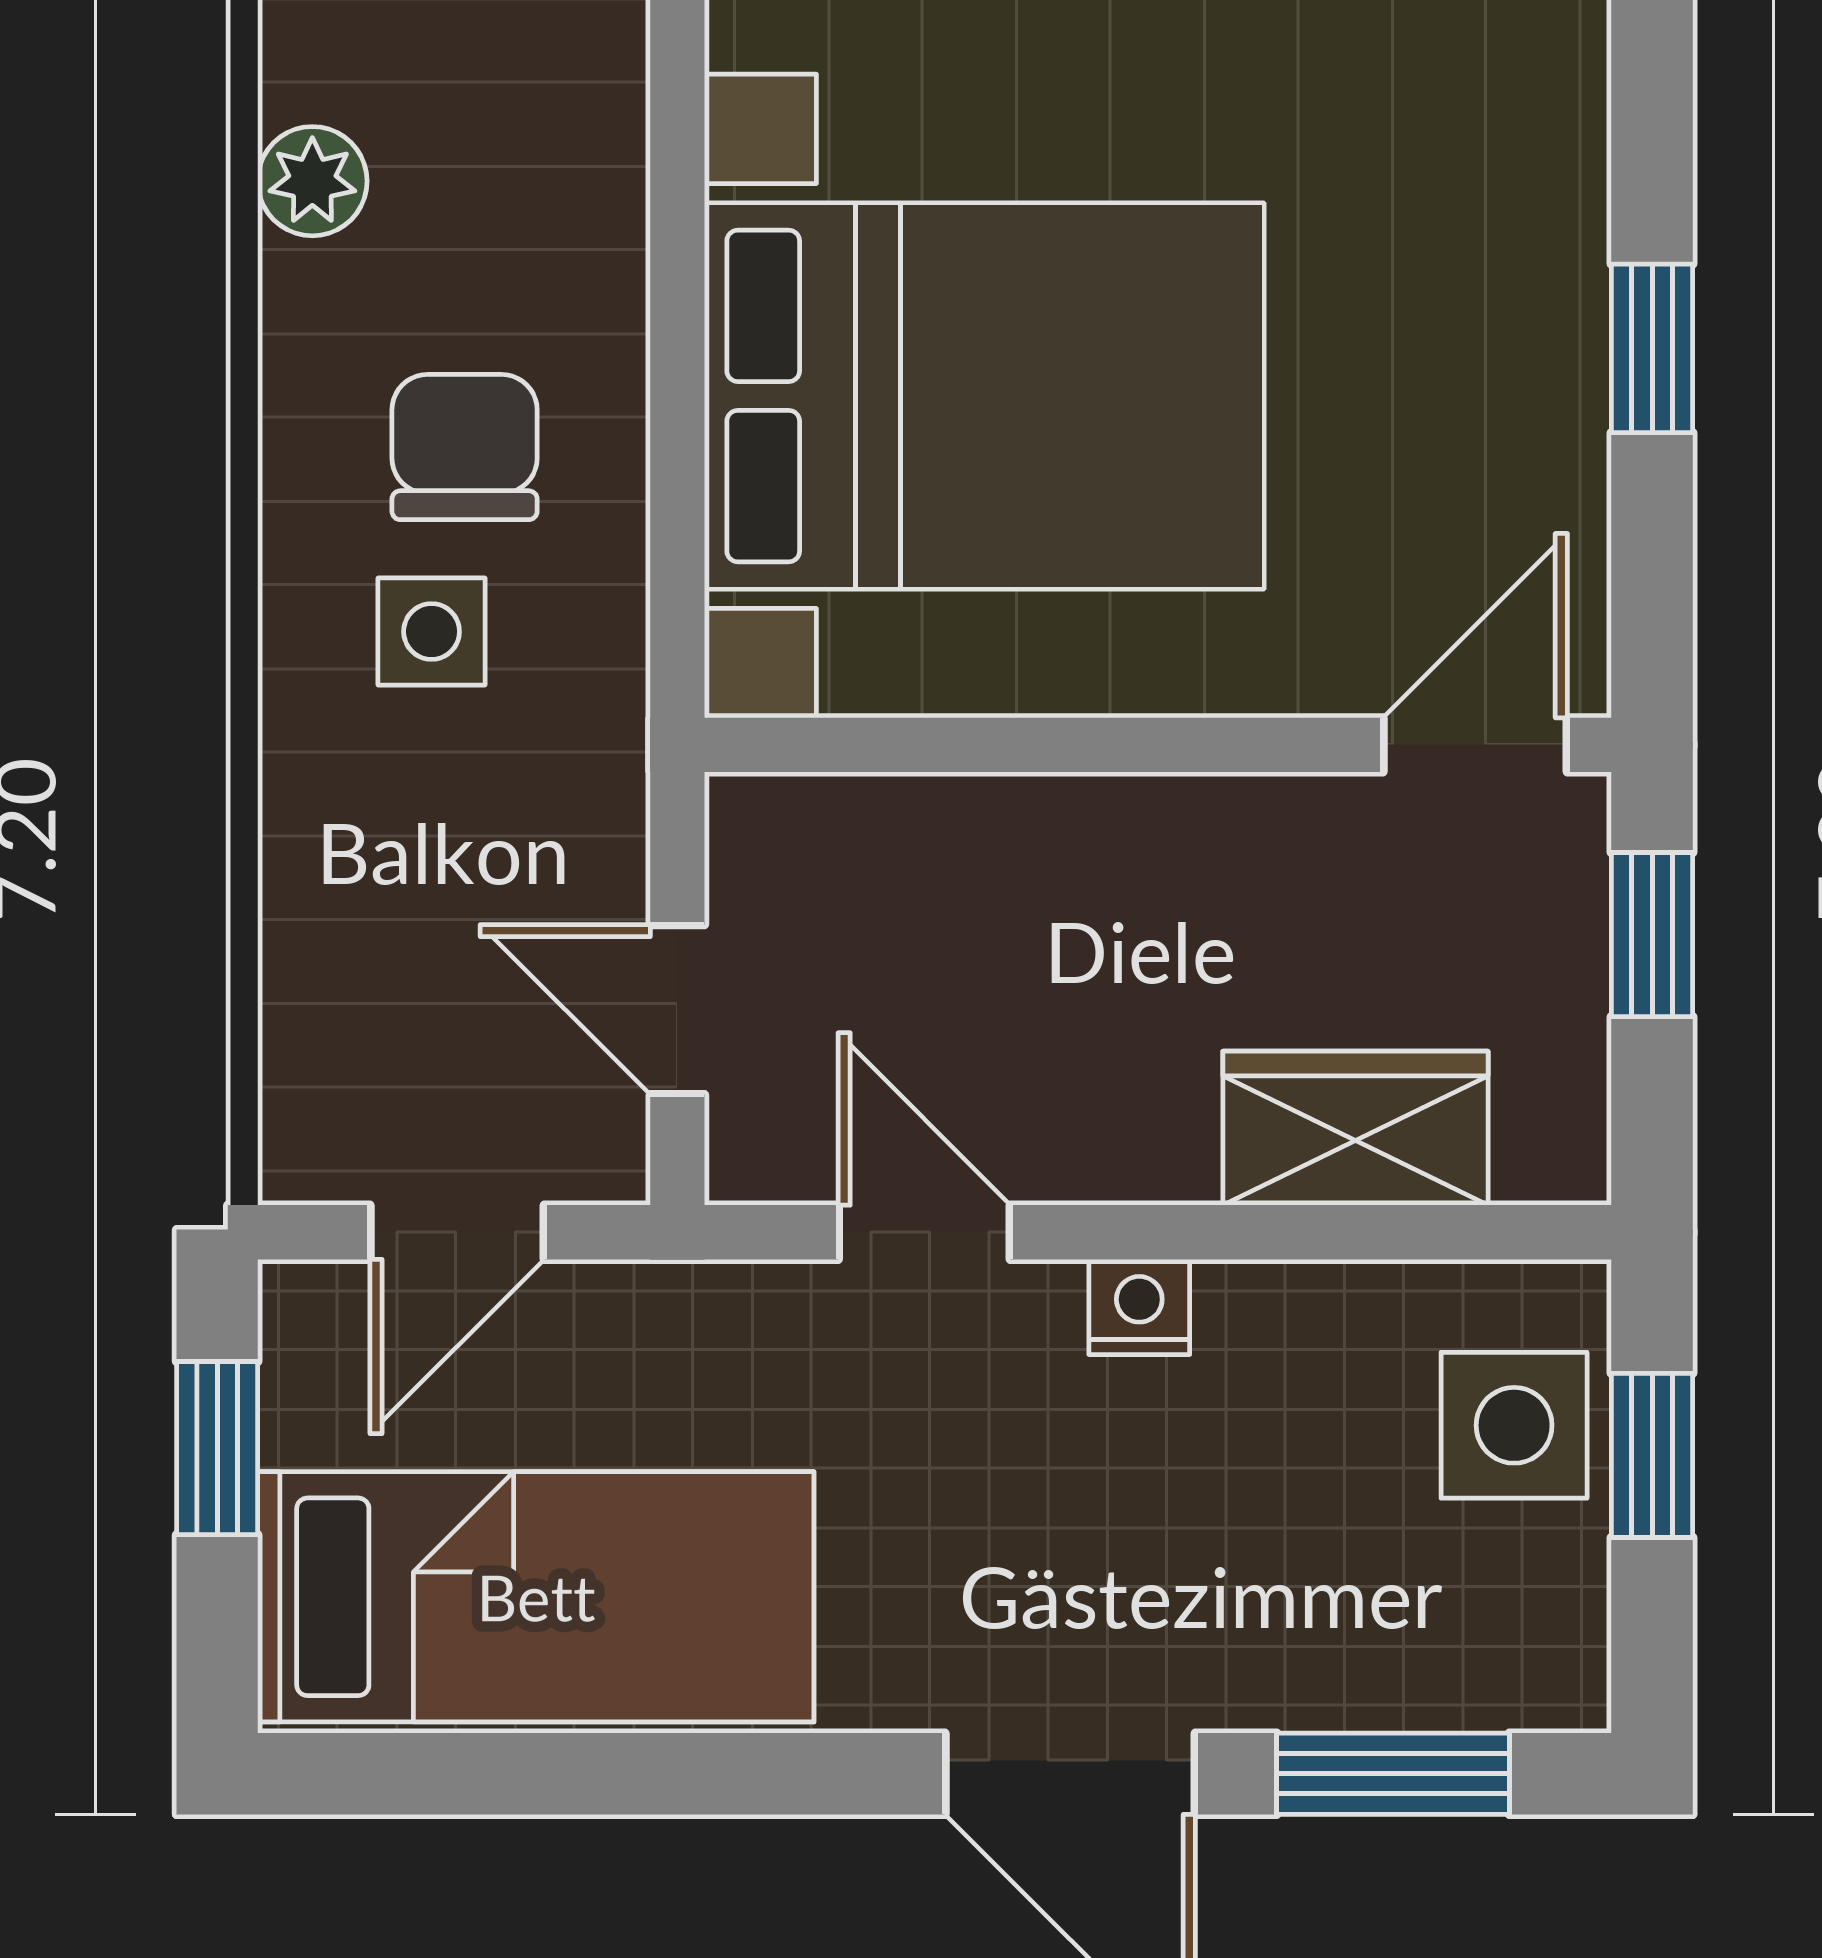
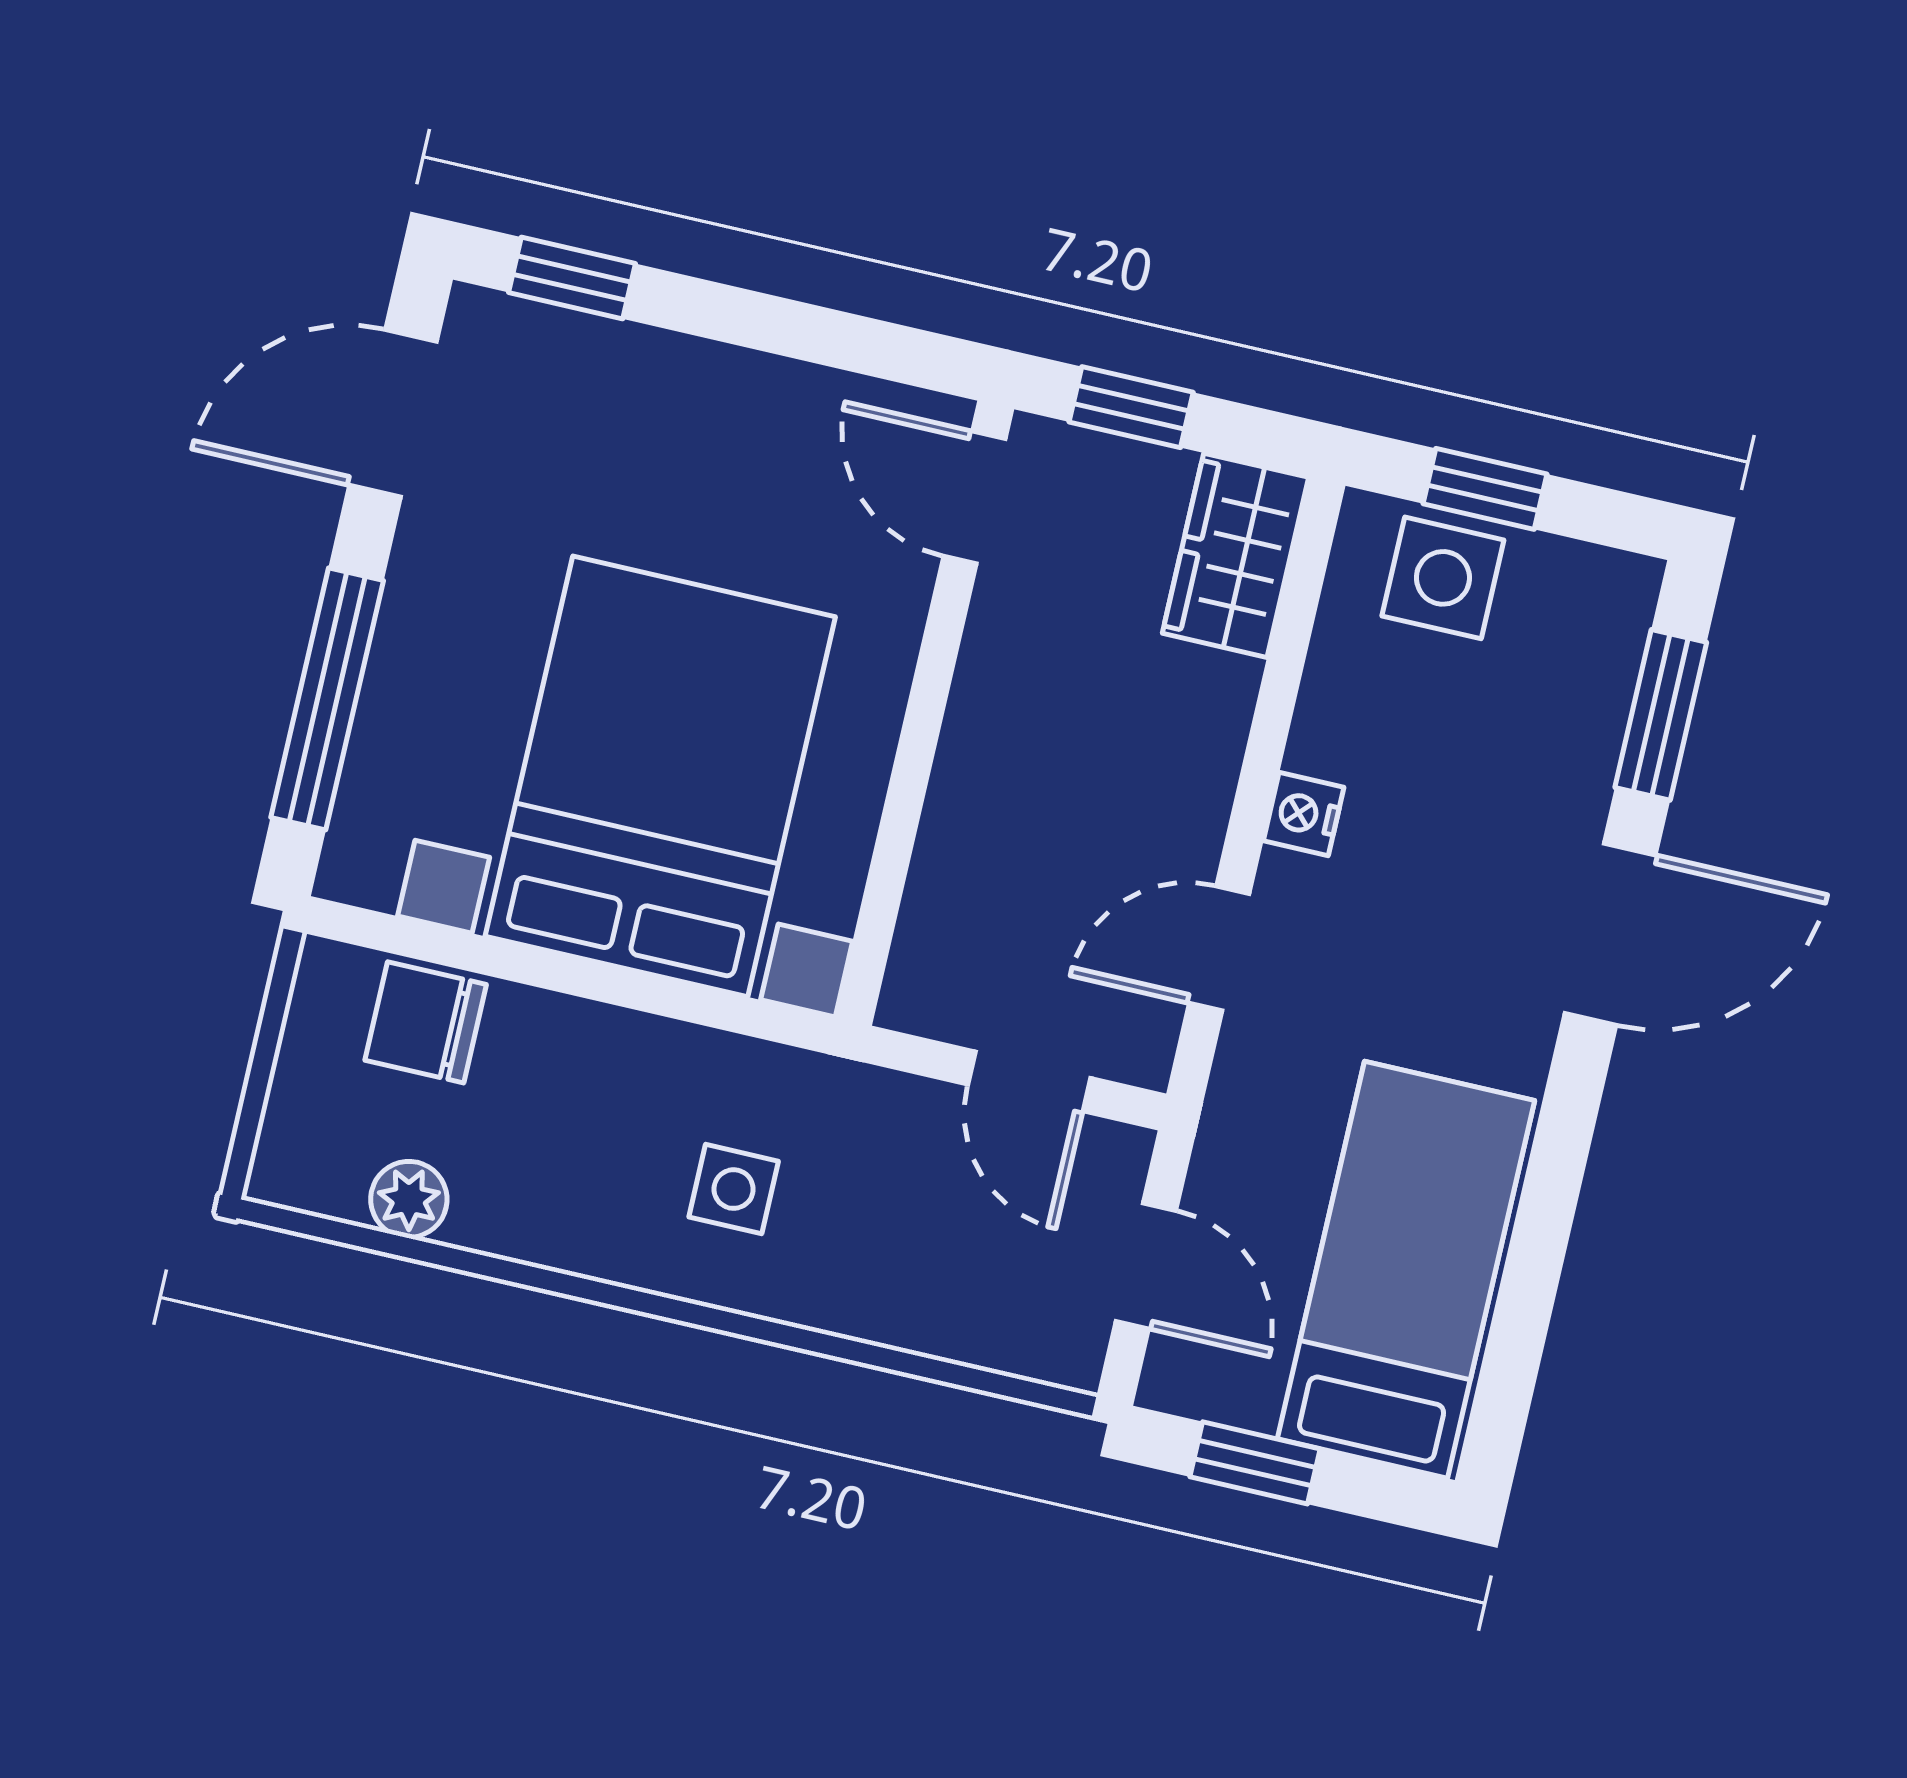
window: (1652, 348) -> (572, 278), moved
chair: (465, 447) -> (426, 1022), moved
door: (677, 1010) -> (1029, 1081), hinge flipped
wardrobe: (1355, 1128) -> (1235, 555), moved

